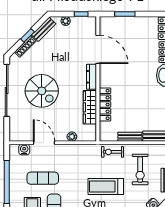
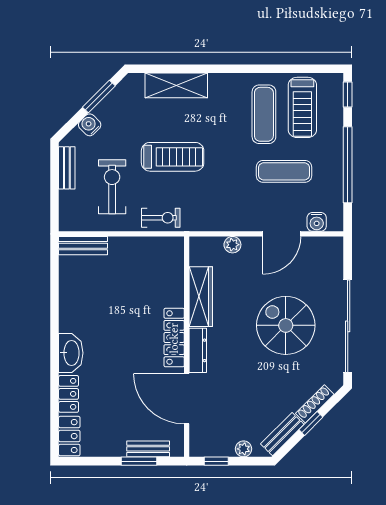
locker: (105, 104) -> (174, 338), moved
bench: (130, 137) -> (148, 449), moved
door: (44, 143) -> (282, 234), hinge flipped

